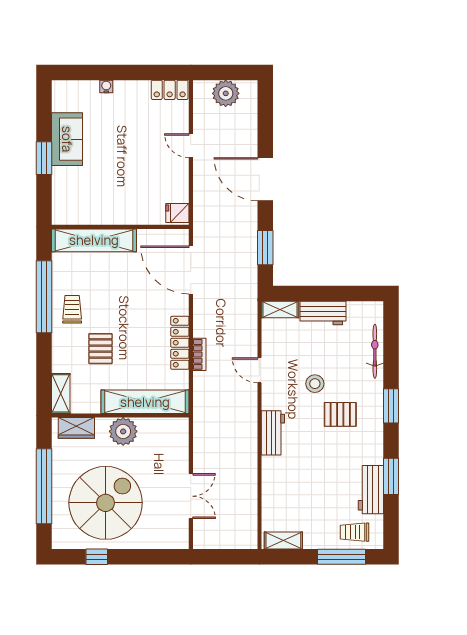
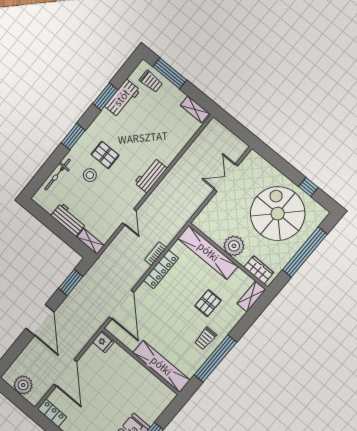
door: (191, 146) -> (65, 373), width x1.88
stool: (315, 384) -> (90, 175), moved
spiral stairs: (106, 503) -> (278, 214), turned 90

